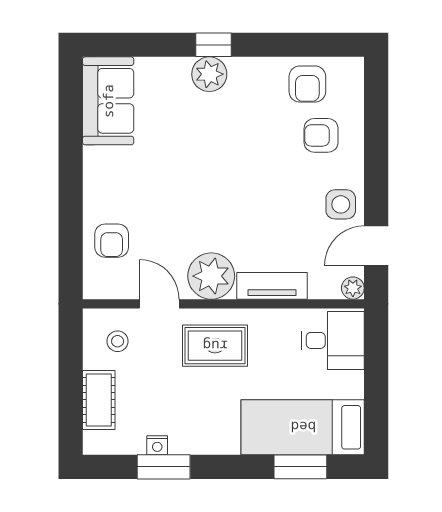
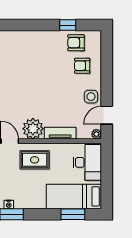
window: (213, 45) -> (68, 25), moved
plant: (209, 74) -> (32, 38), removed
armchair: (307, 84) -> (76, 43), turned 90
desk: (333, 340) -> (87, 162), width x1.37

